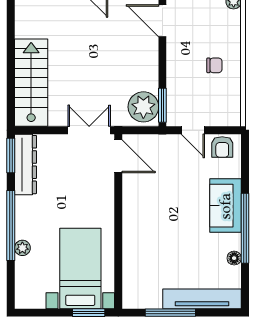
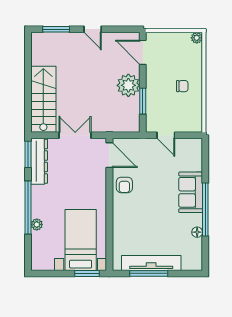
window: (162, 105) -> (143, 101), moved
plant: (143, 107) -> (128, 85), moved
double door: (89, 130) -> (75, 135), moved
armchair: (222, 147) -> (124, 185), moved
tv unit: (202, 299) -> (151, 263), moved

